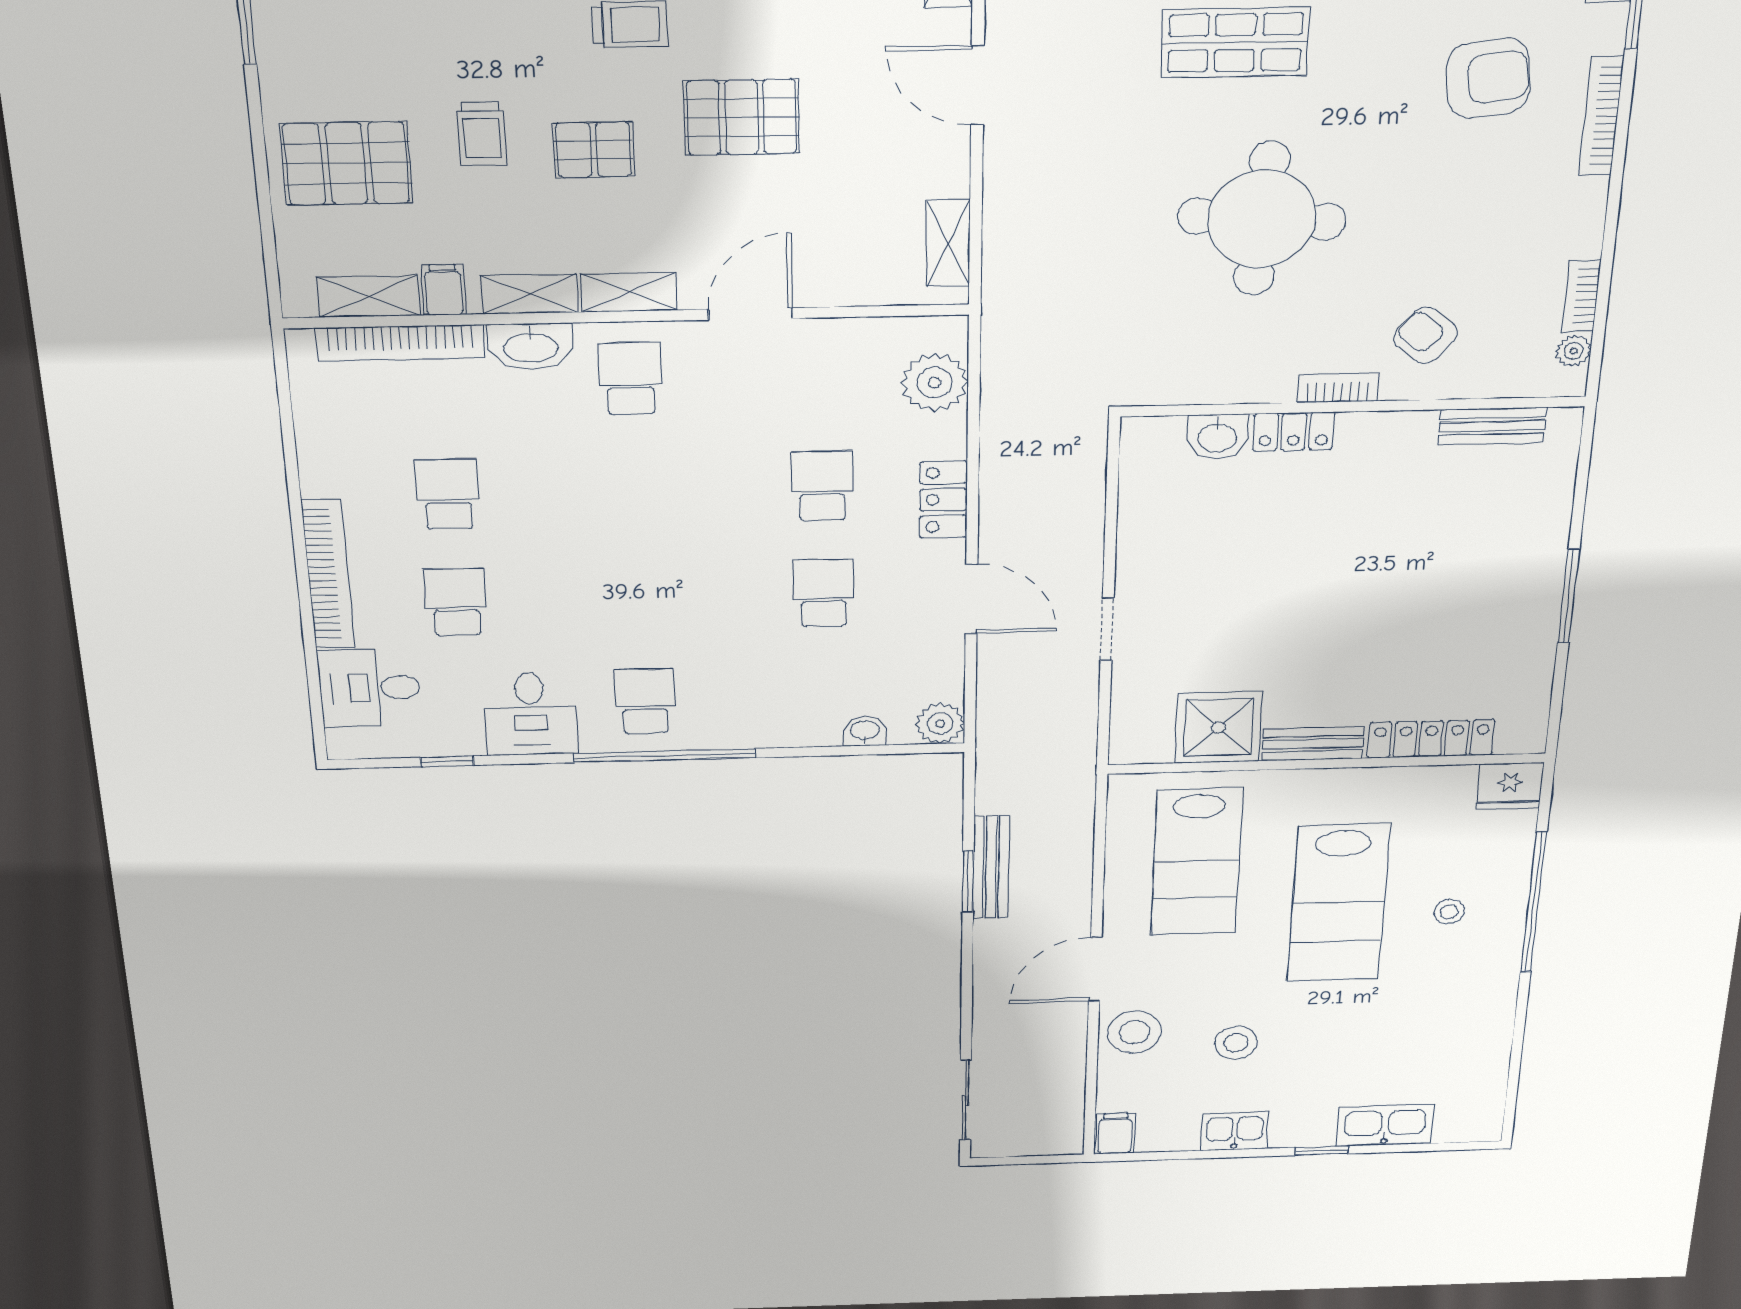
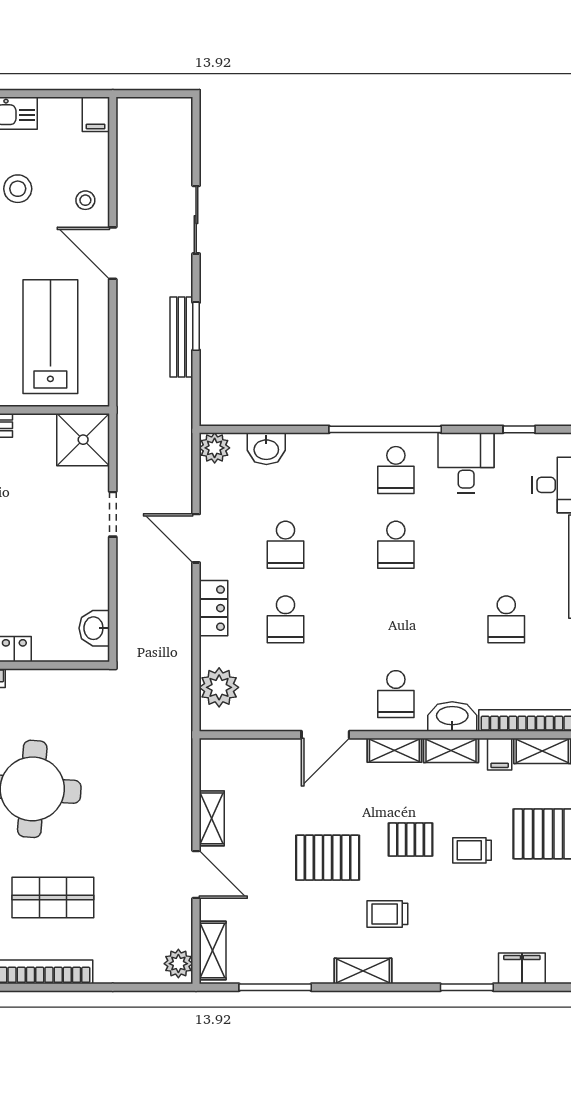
trolley: (482, 134) -> (472, 850), turned -90
shelving: (948, 243) -> (212, 818), moved
washbasin: (1217, 437) -> (94, 628), moved, turned -90
school desk: (456, 602) -> (396, 545), moved
shower: (1219, 727) -> (83, 440), moved
washbasin: (865, 731) -> (266, 449), width x1.38, depth x1.45
door: (1095, 969) -> (113, 253), swing flipped
stool: (1134, 1032) -> (85, 200), width x0.53, depth x0.53
sliding door: (965, 1100) -> (196, 220), moved

